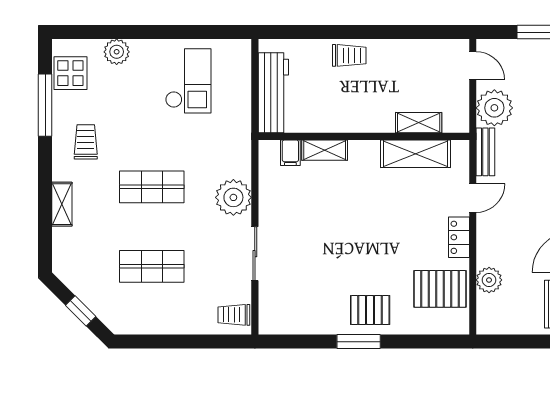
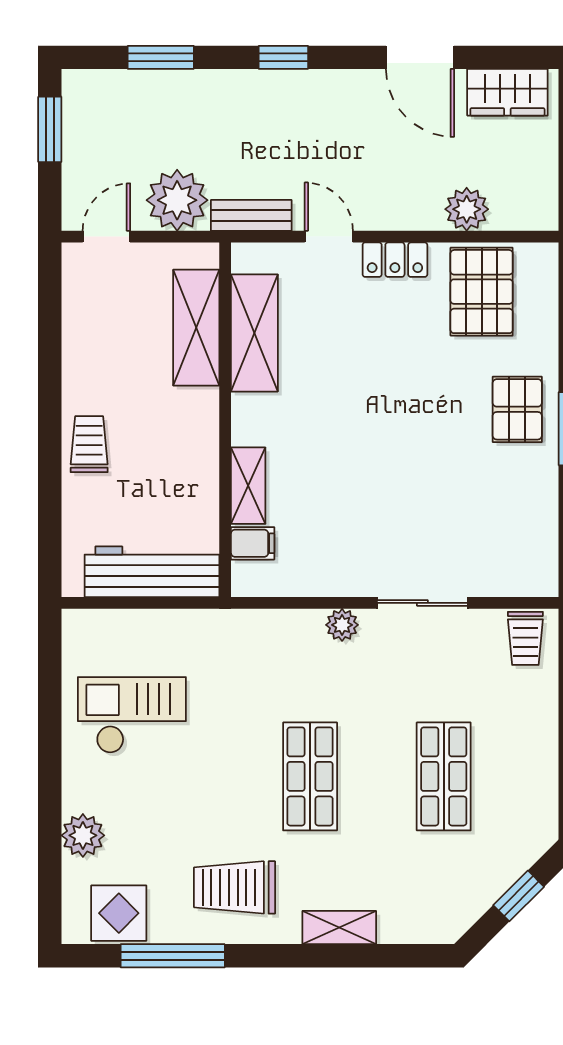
shelving: (419, 123) -> (196, 328), width x1.50, depth x1.33
trolley: (86, 142) -> (235, 887), width x1.36, depth x1.39
plant: (233, 197) -> (342, 625), width x0.53, depth x0.53

